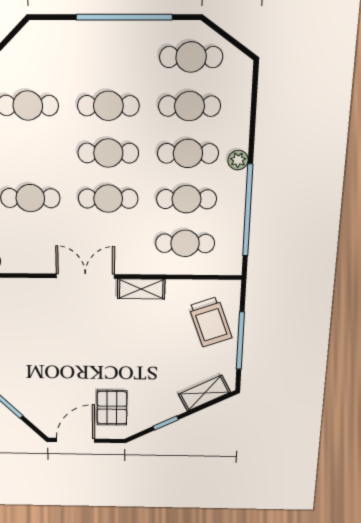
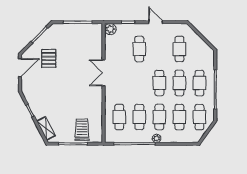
cafe table: (108, 199) -> (199, 83), moved
double door: (85, 276) -> (104, 73), swing flipped
shelving: (141, 289) -> (98, 98), removed
trolley: (210, 322) -> (82, 130), turned 110
pallet: (112, 408) -> (49, 58), moved, turned 90
door: (76, 440) -> (20, 68), hinge flipped

